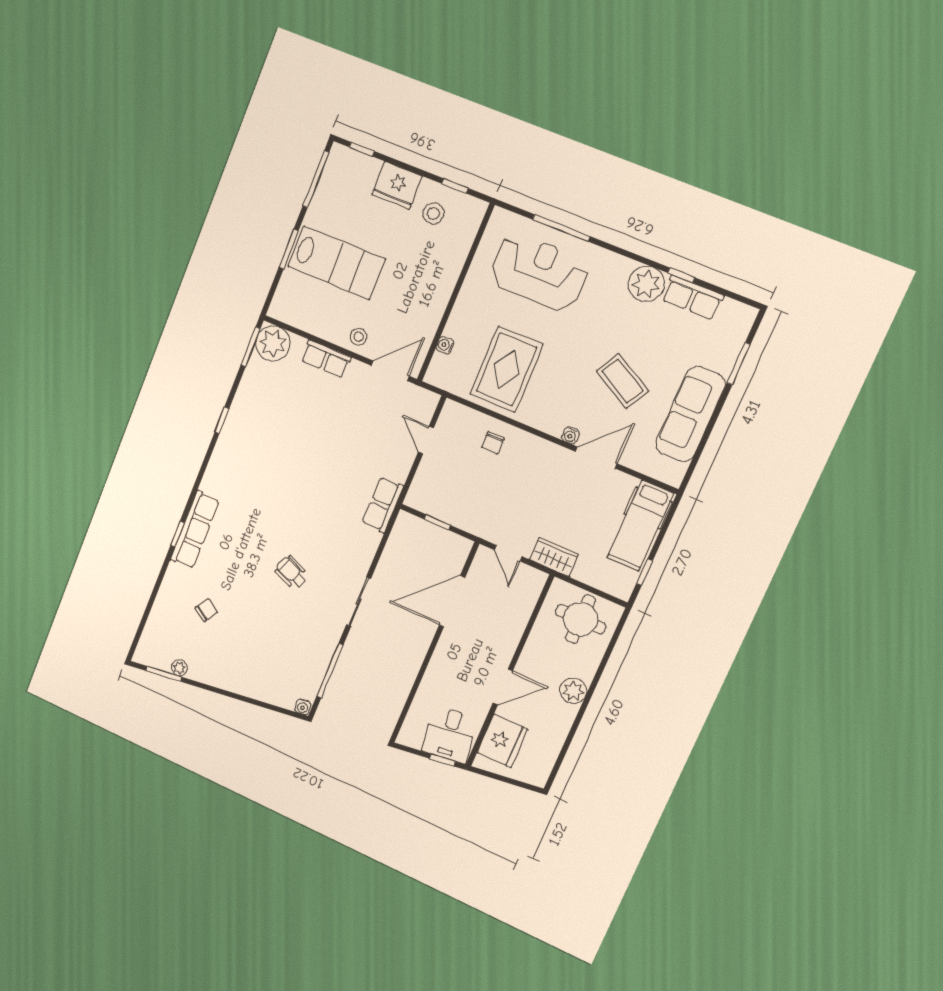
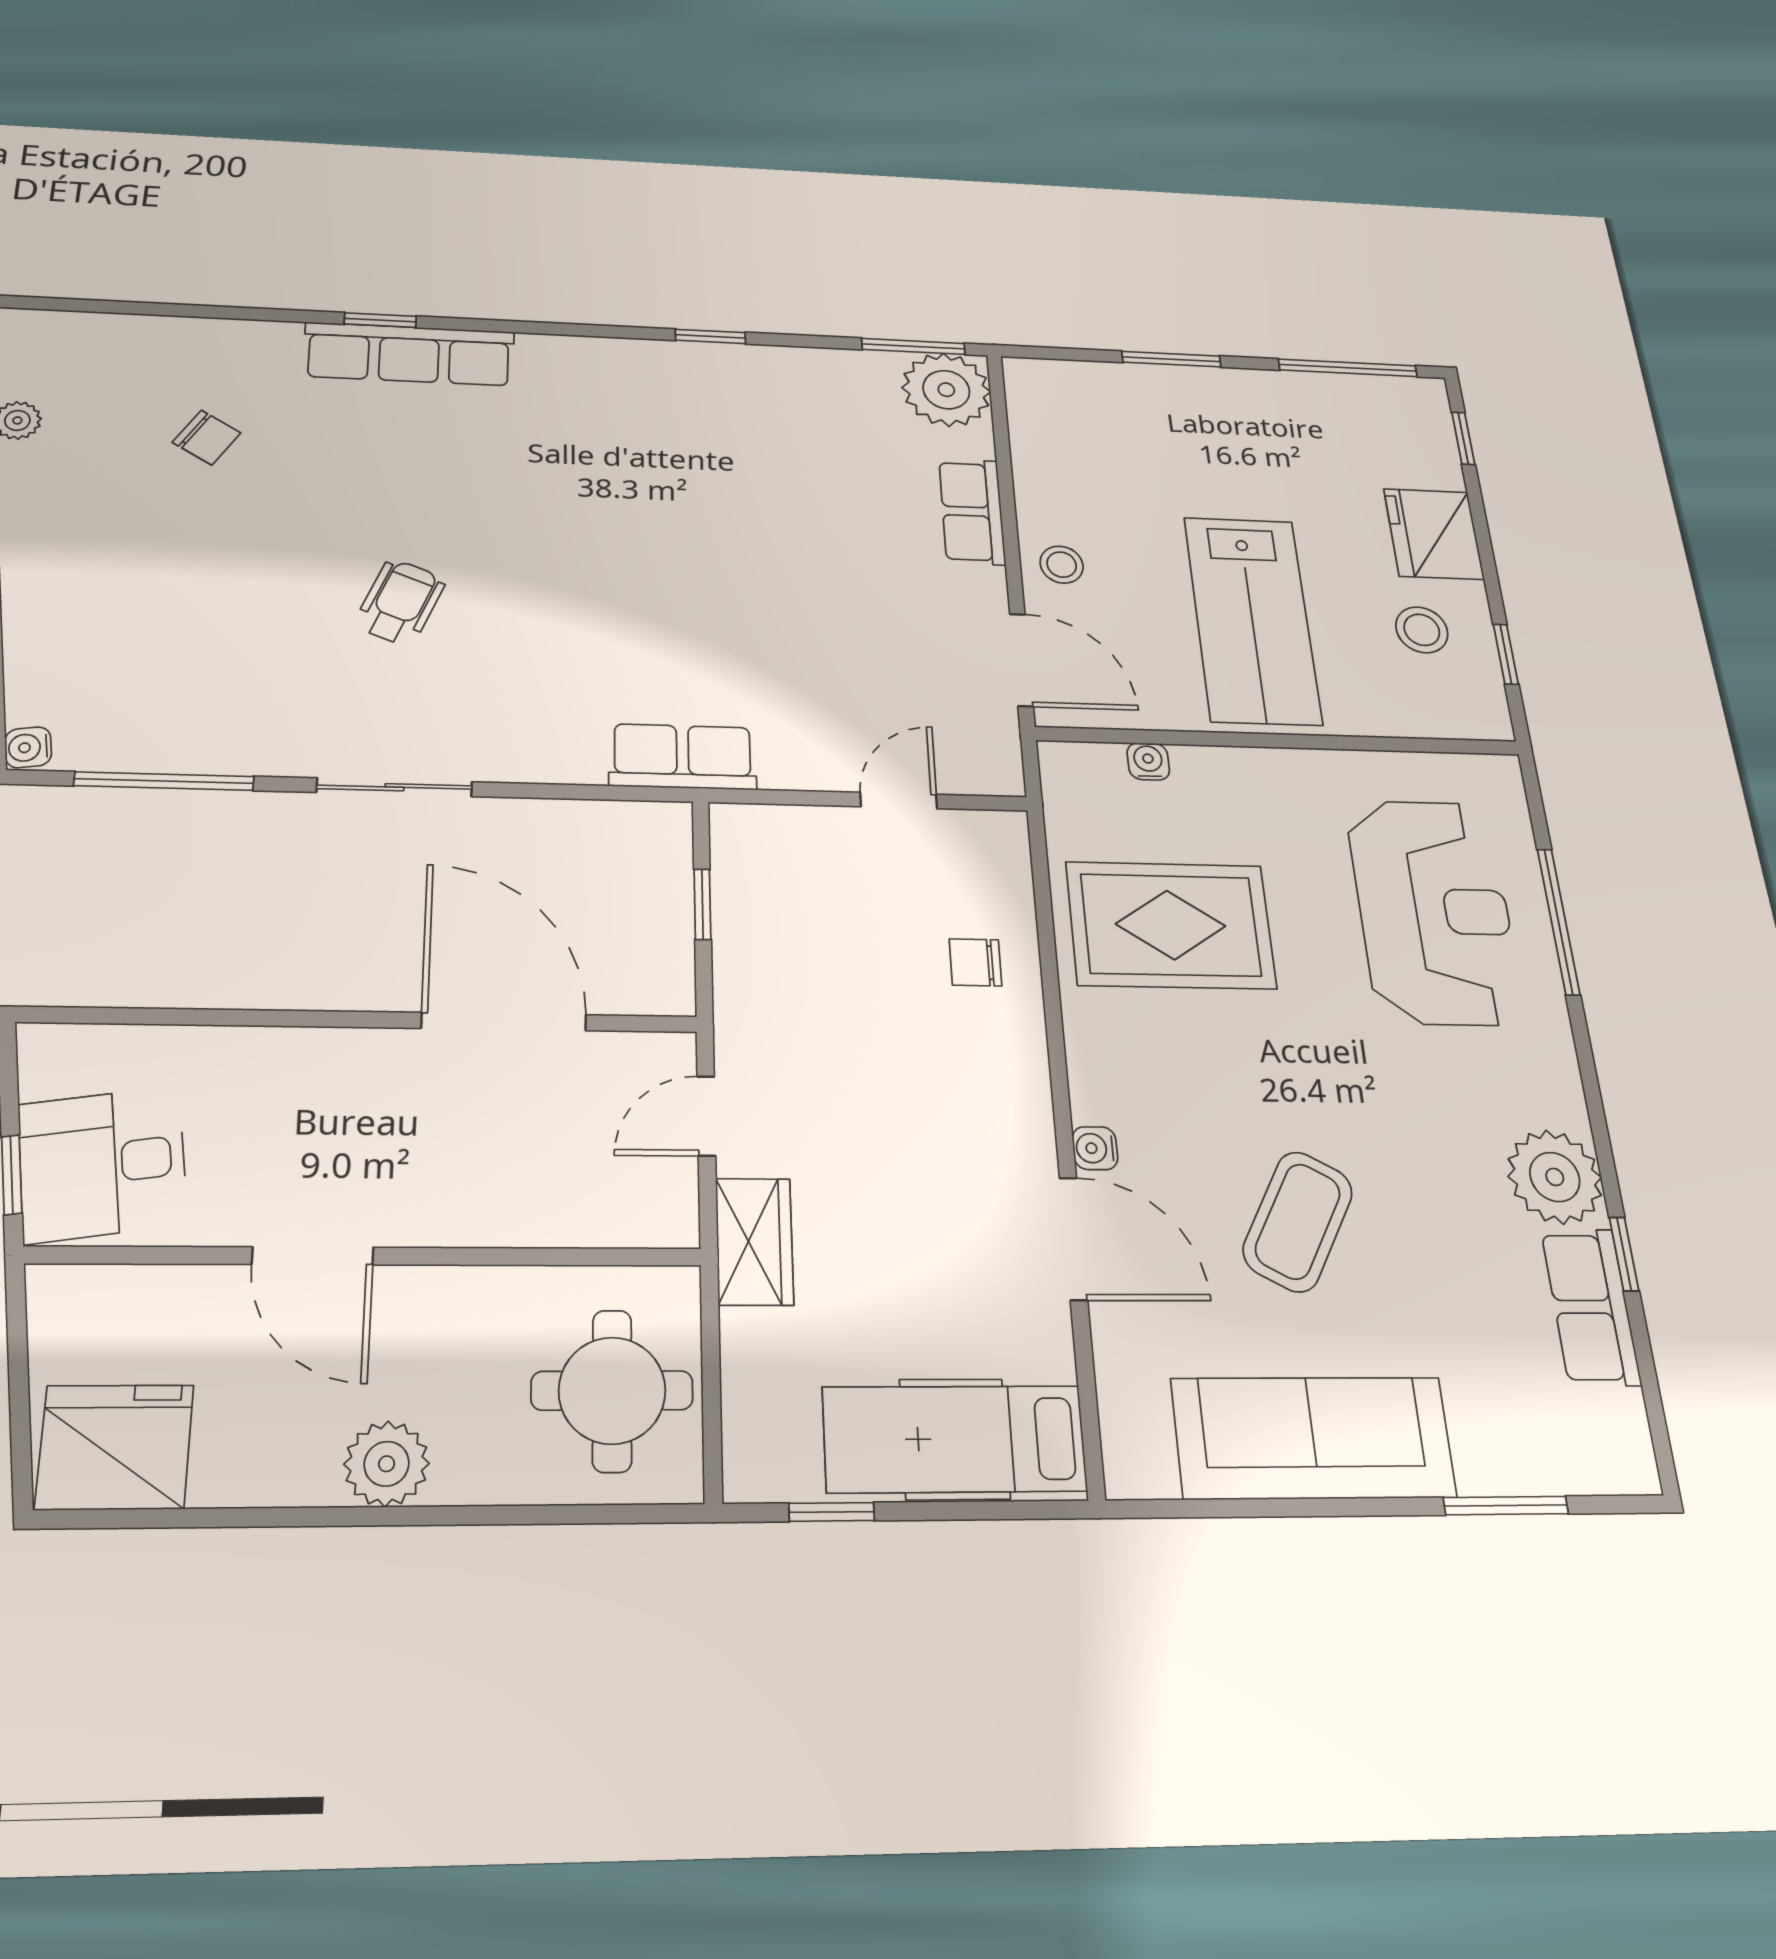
lab bench: (336, 263) -> (1252, 620), moved
fridge: (502, 741) -> (115, 1447), moved, turned 180

